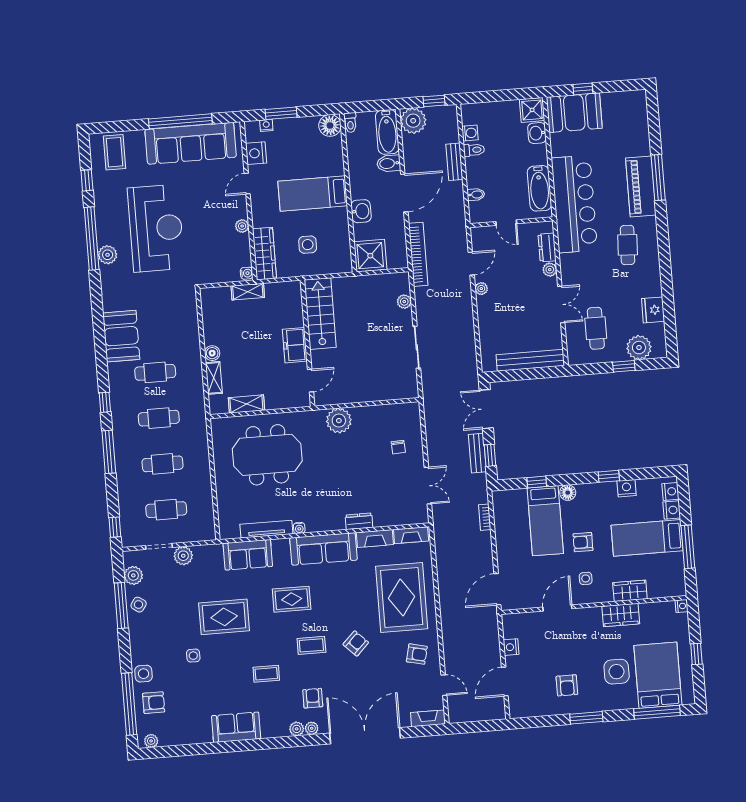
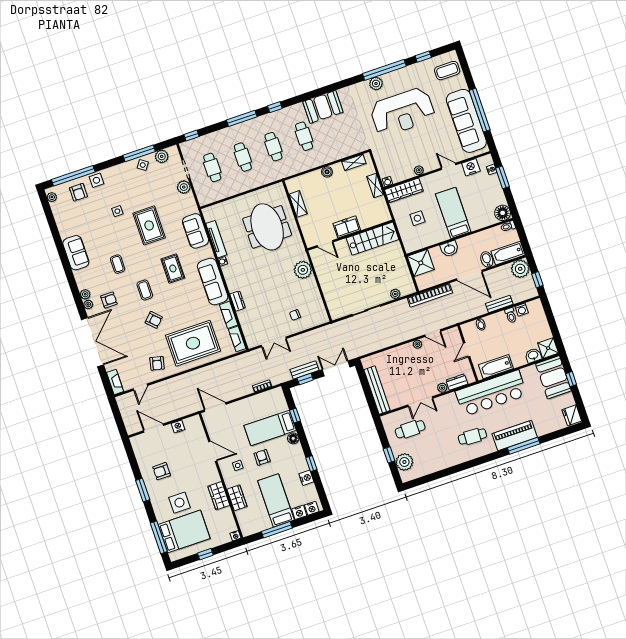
fridge: (653, 310) -> (572, 415), moved, turned -90
shelving: (214, 378) -> (354, 162), moved

